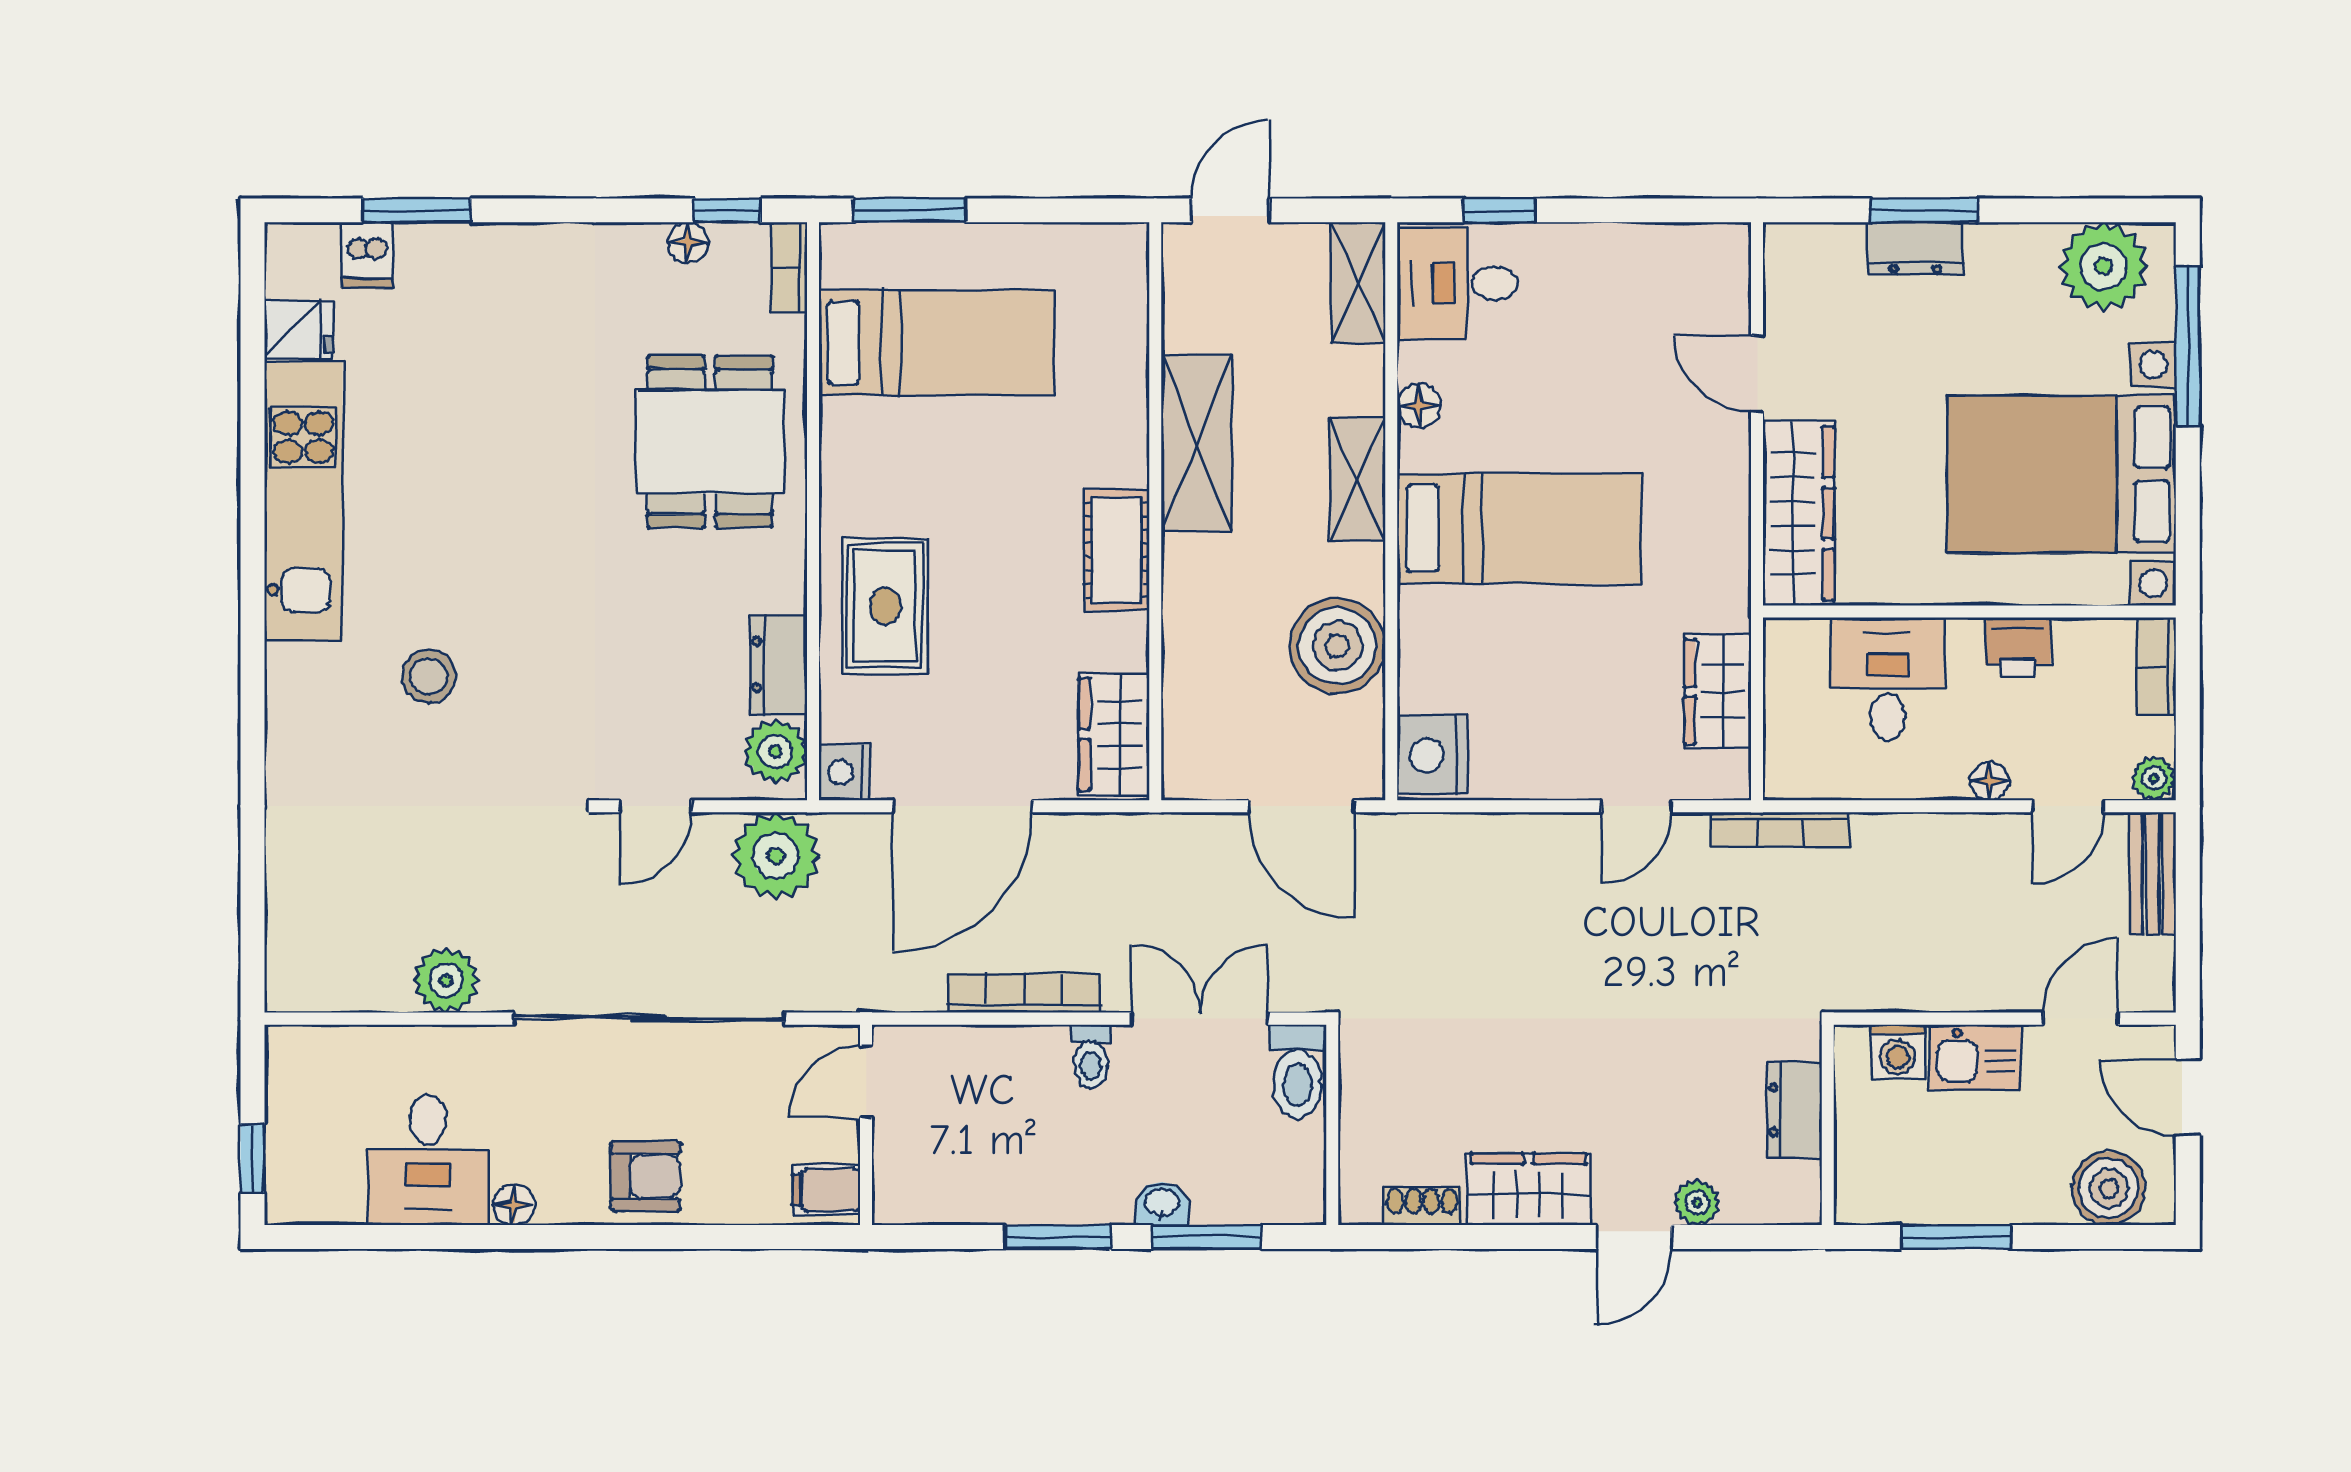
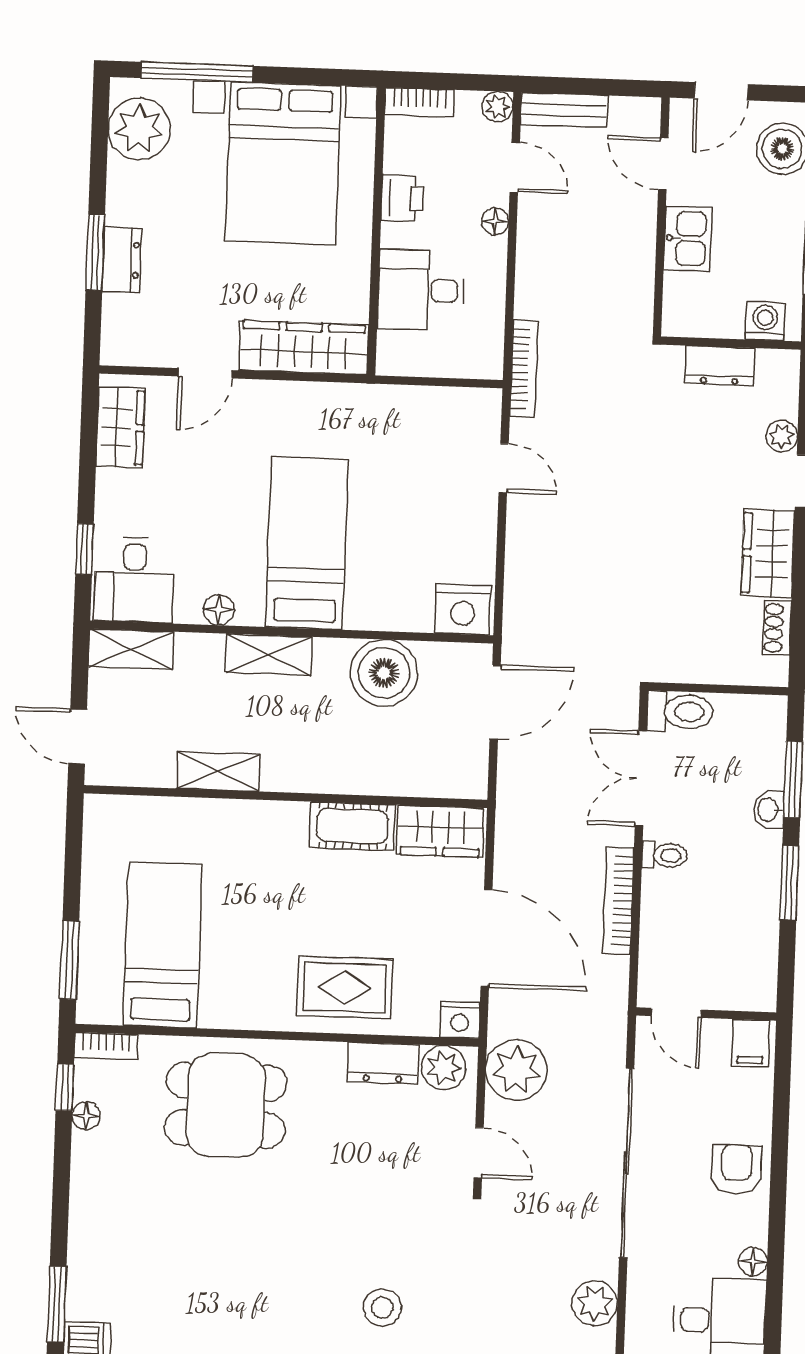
shelving: (1197, 443) -> (218, 771), width x0.67, depth x0.75
cot: (1116, 550) -> (352, 826), moved
wardrobe: (1718, 692) -> (120, 427), moved, turned -90
washing machine: (1898, 1052) -> (765, 321), moved, turned -90

